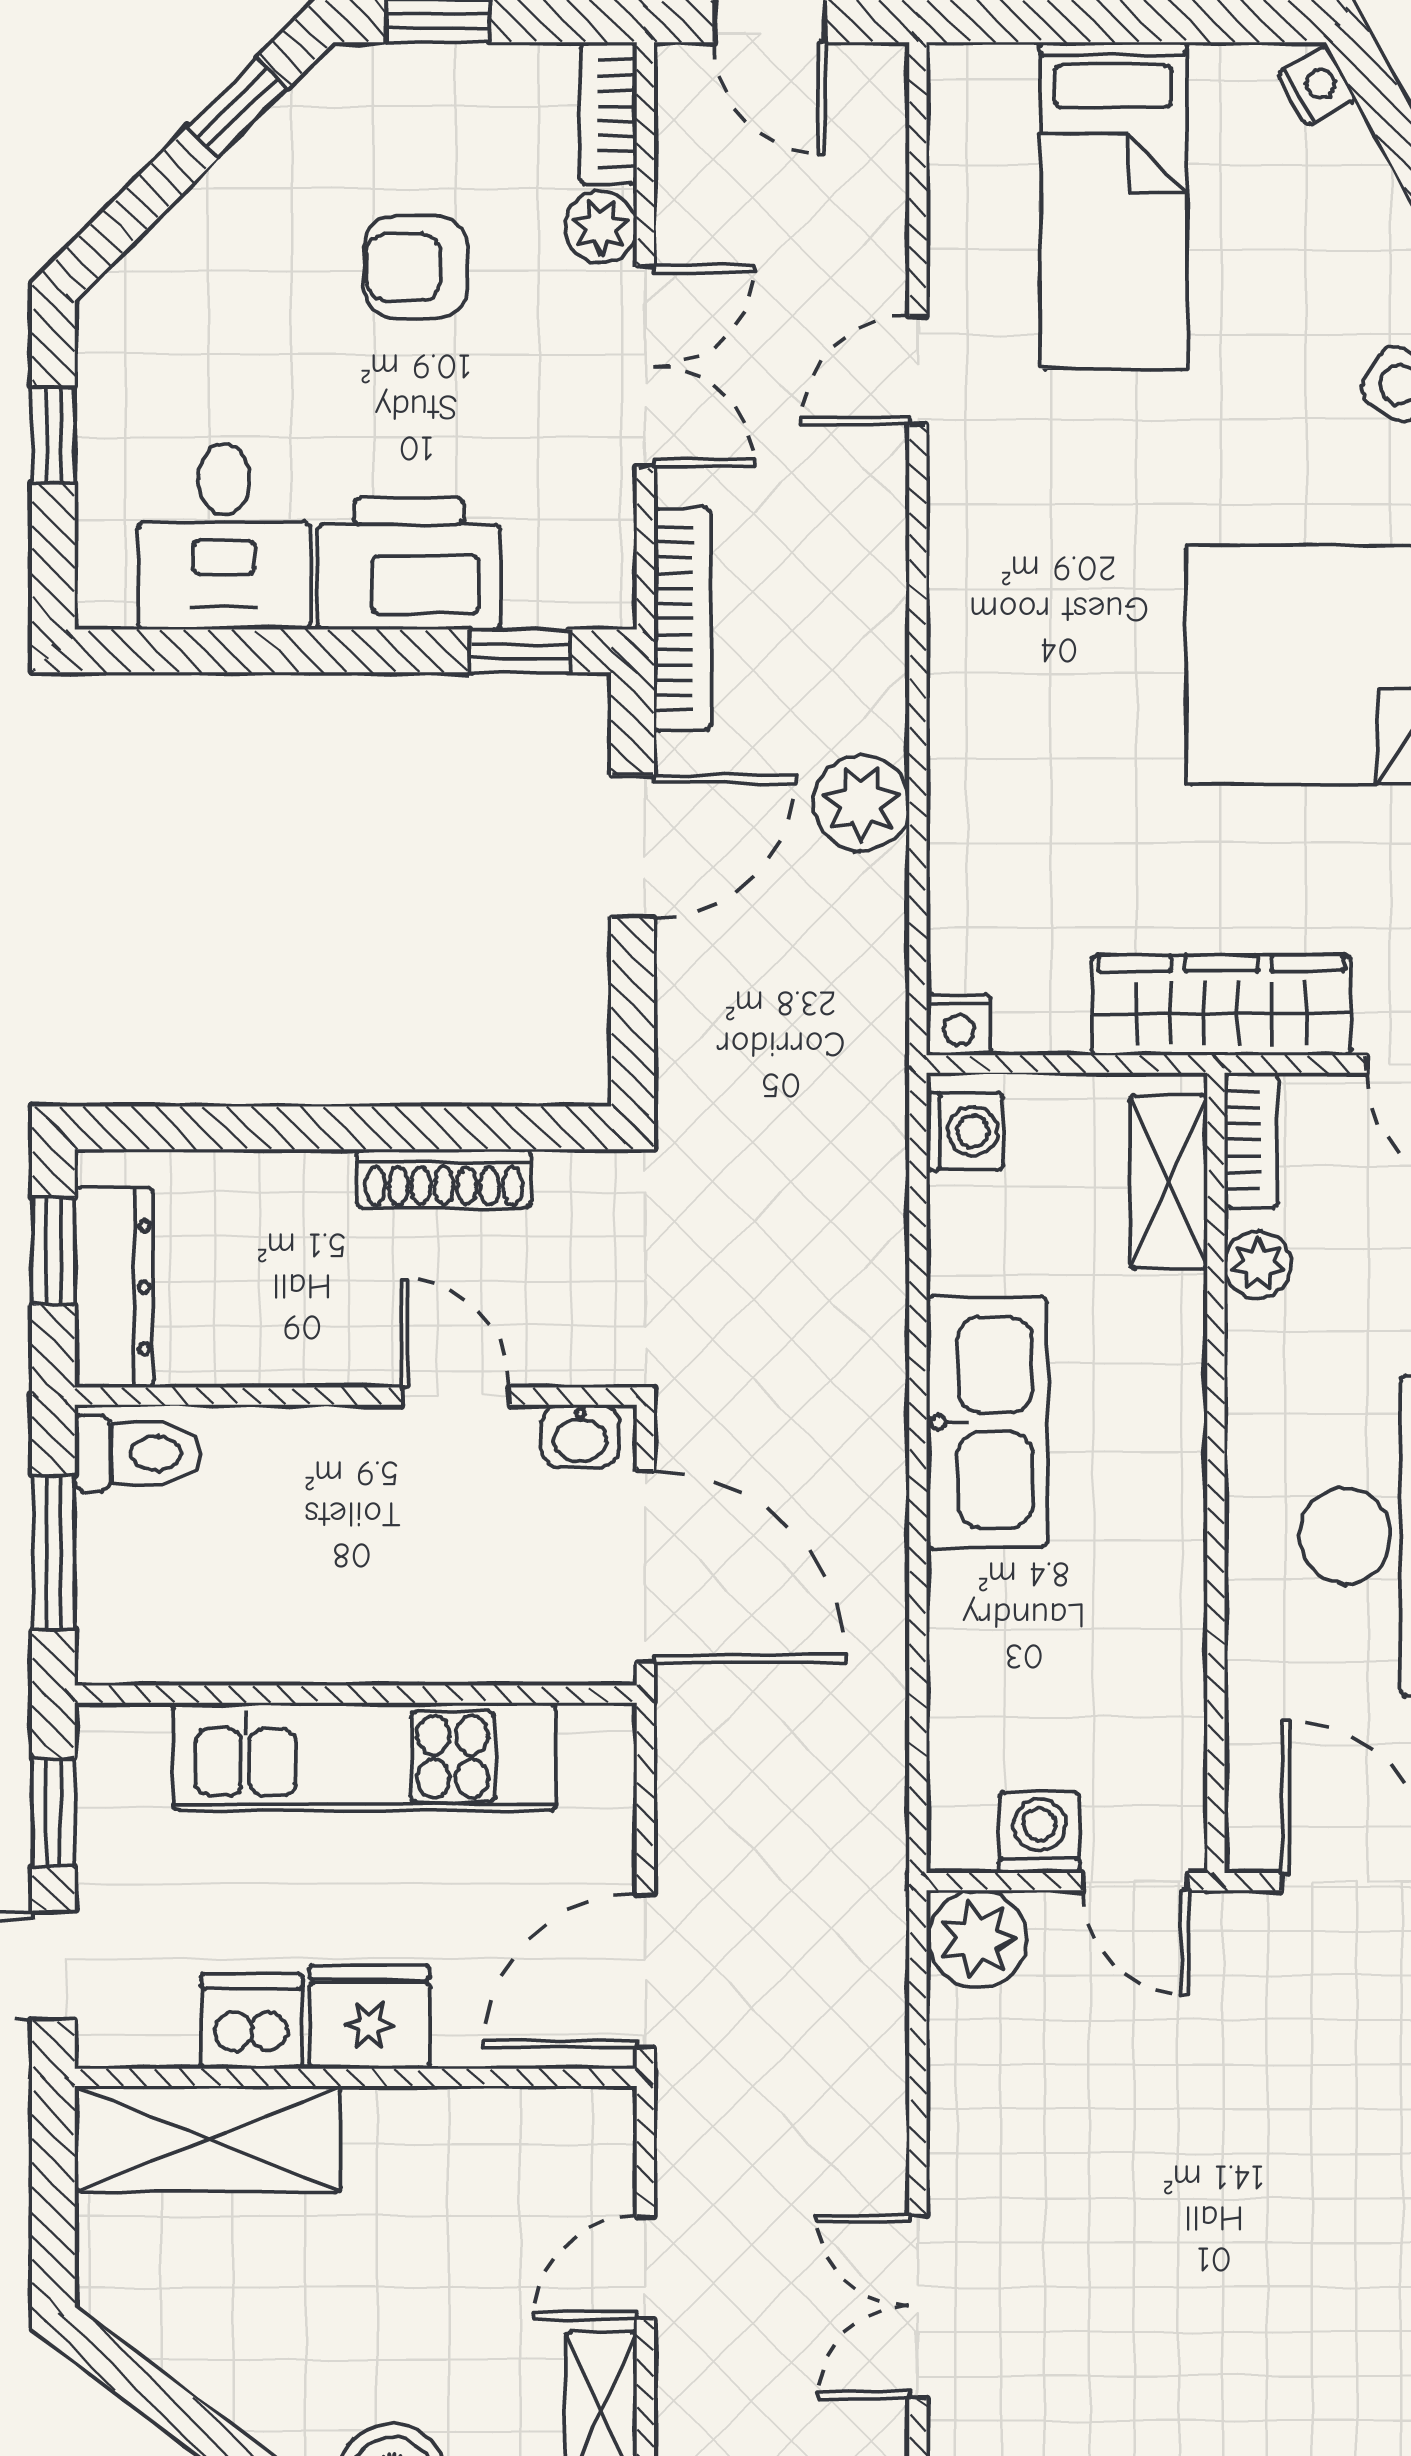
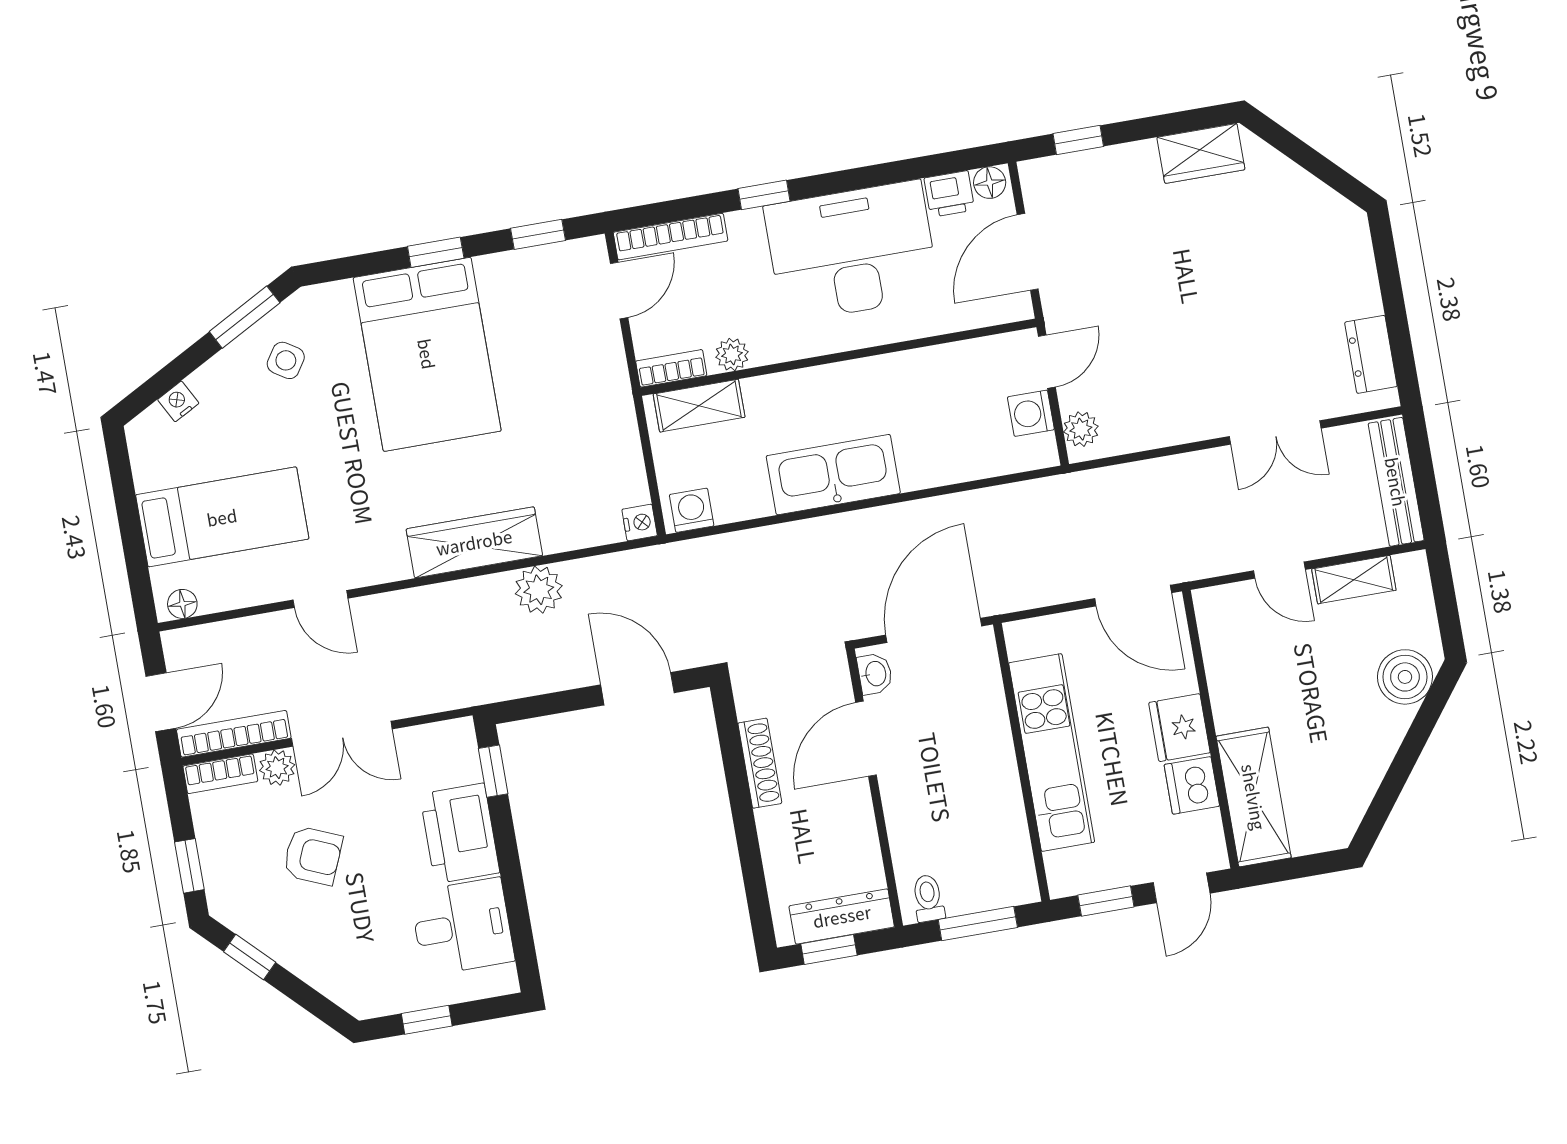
nightstand: (1317, 86) -> (178, 401), moved
floor lamp: (956, 97) -> (182, 604), added
armchair: (416, 267) -> (313, 856), turned -67
double door: (645, 366) -> (342, 734), swing flipped
bookcase: (682, 619) -> (234, 734), moved
door: (633, 846) -> (637, 689), moved
wardrobe: (1221, 1005) -> (474, 542), moved, turned 90
door: (455, 1396) -> (866, 739), width x1.38
toilet: (138, 1453) -> (928, 898), width x0.73, depth x0.72
plant: (978, 1939) -> (1081, 429), width x0.73, depth x0.73

